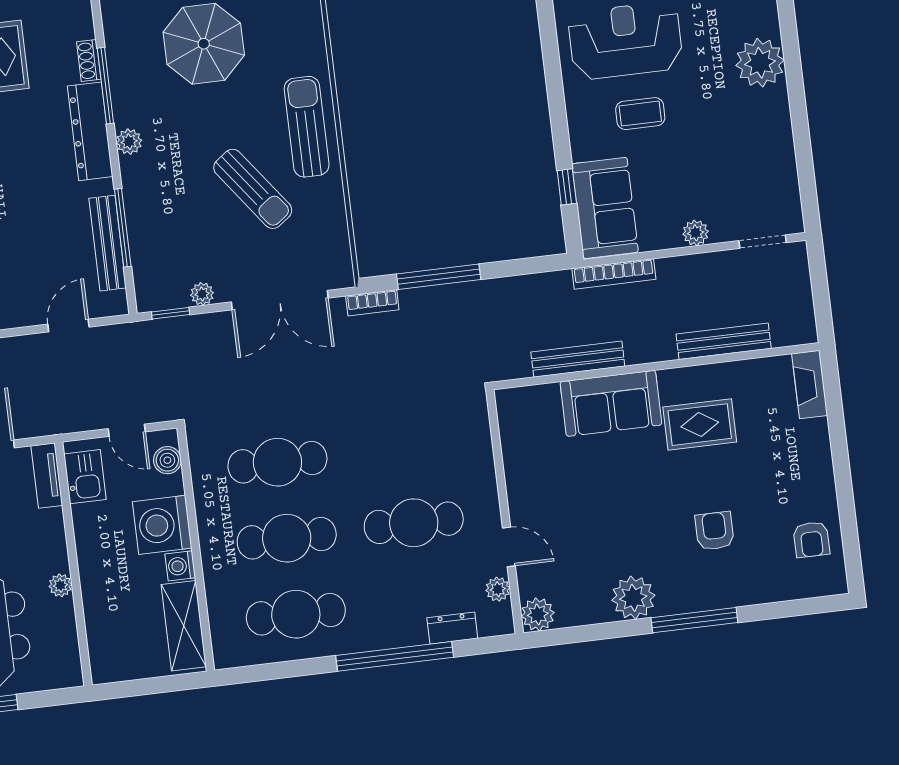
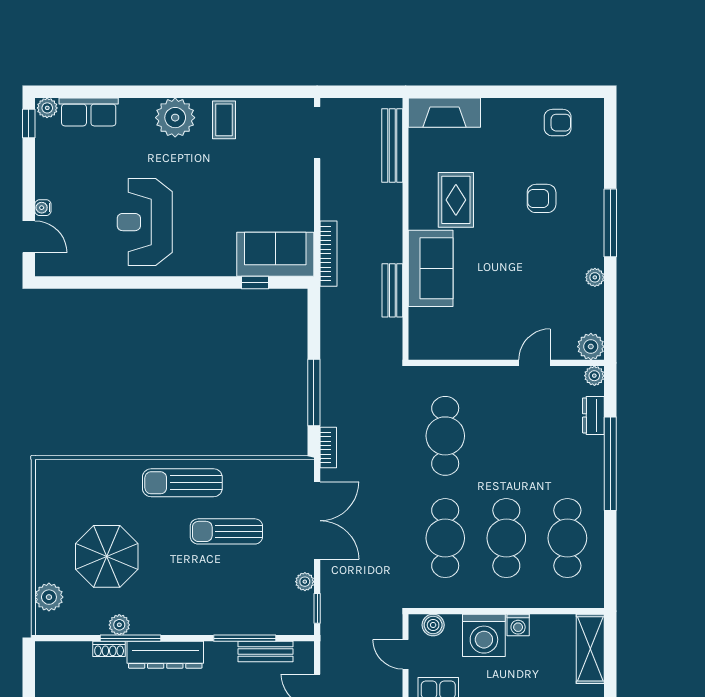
coffee table: (640, 114) -> (224, 120), moved
plant: (129, 142) -> (119, 625), moved
sun lounger: (253, 189) -> (226, 531), turned -143
plant: (696, 233) -> (304, 185), removed
doorway: (763, 242) -> (317, 133), width x1.38
bench: (108, 243) -> (265, 652), width x0.73
bench: (724, 341) -> (392, 146), moved
bench: (578, 359) -> (392, 290), width x0.73
fireplace: (810, 385) -> (444, 113), width x1.37, depth x1.32
door: (127, 430) -> (406, 654), swing flipped
cafe table: (414, 523) -> (445, 436), moved
plant: (498, 589) -> (594, 376), moved
plant: (633, 598) -> (595, 277), width x0.53, depth x0.53
shelving: (184, 626) -> (590, 649), moved, turned 90

